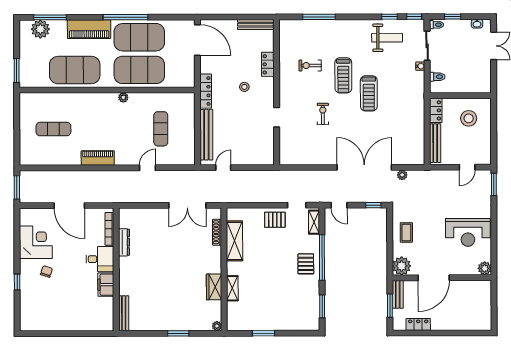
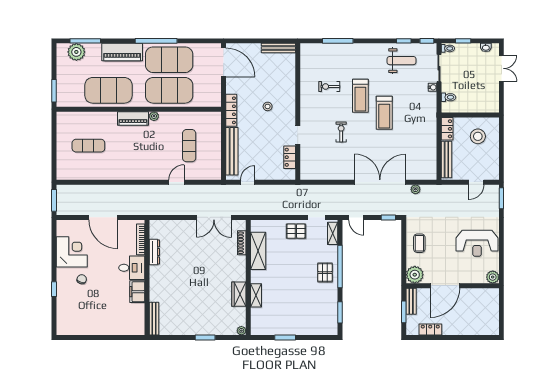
locker: (268, 64) -> (290, 157), moved
piano: (98, 158) -> (133, 118), moved, turned 180

